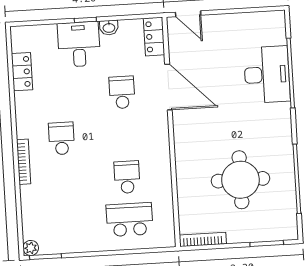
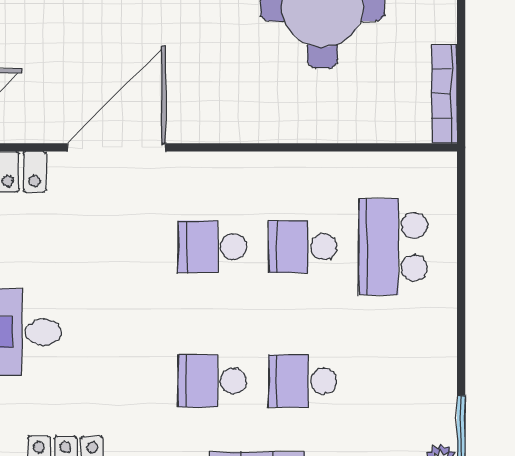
school desk: (122, 92) -> (212, 247), moved
school desk: (64, 181) -> (303, 381), added

